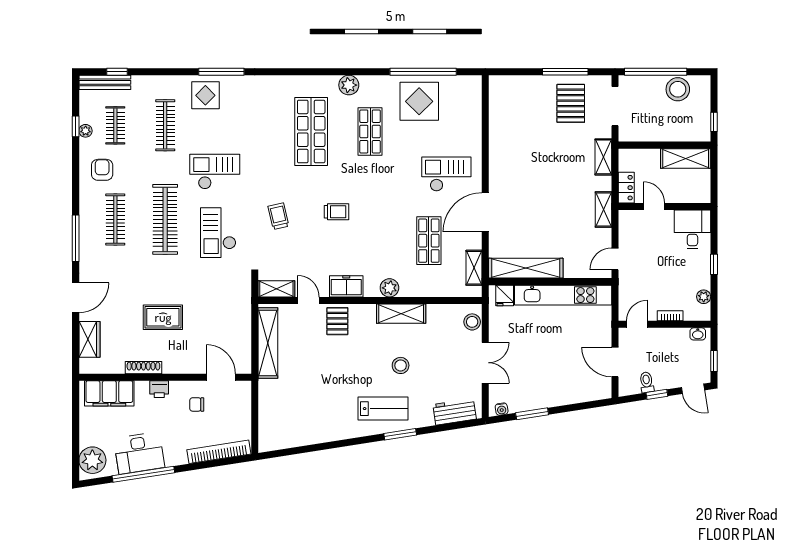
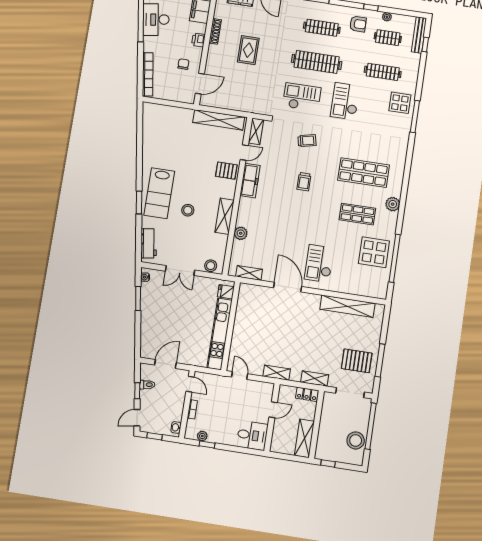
window: (76, 126) -> (371, 7), moved
checkout: (215, 172) -> (345, 101), turned 180
checkout: (446, 174) -> (319, 264), turned 180
locker: (626, 188) -> (307, 394), moved
shop shelf: (429, 241) -> (273, 244), removed
window: (714, 264) -> (207, 444), moved
shelving: (526, 268) -> (347, 306), moved, turned 90
freezer: (346, 286) -> (250, 181), width x1.40
plant: (389, 288) -> (241, 233), moved
lab bench: (383, 409) -> (159, 193), width x1.36, depth x1.39

